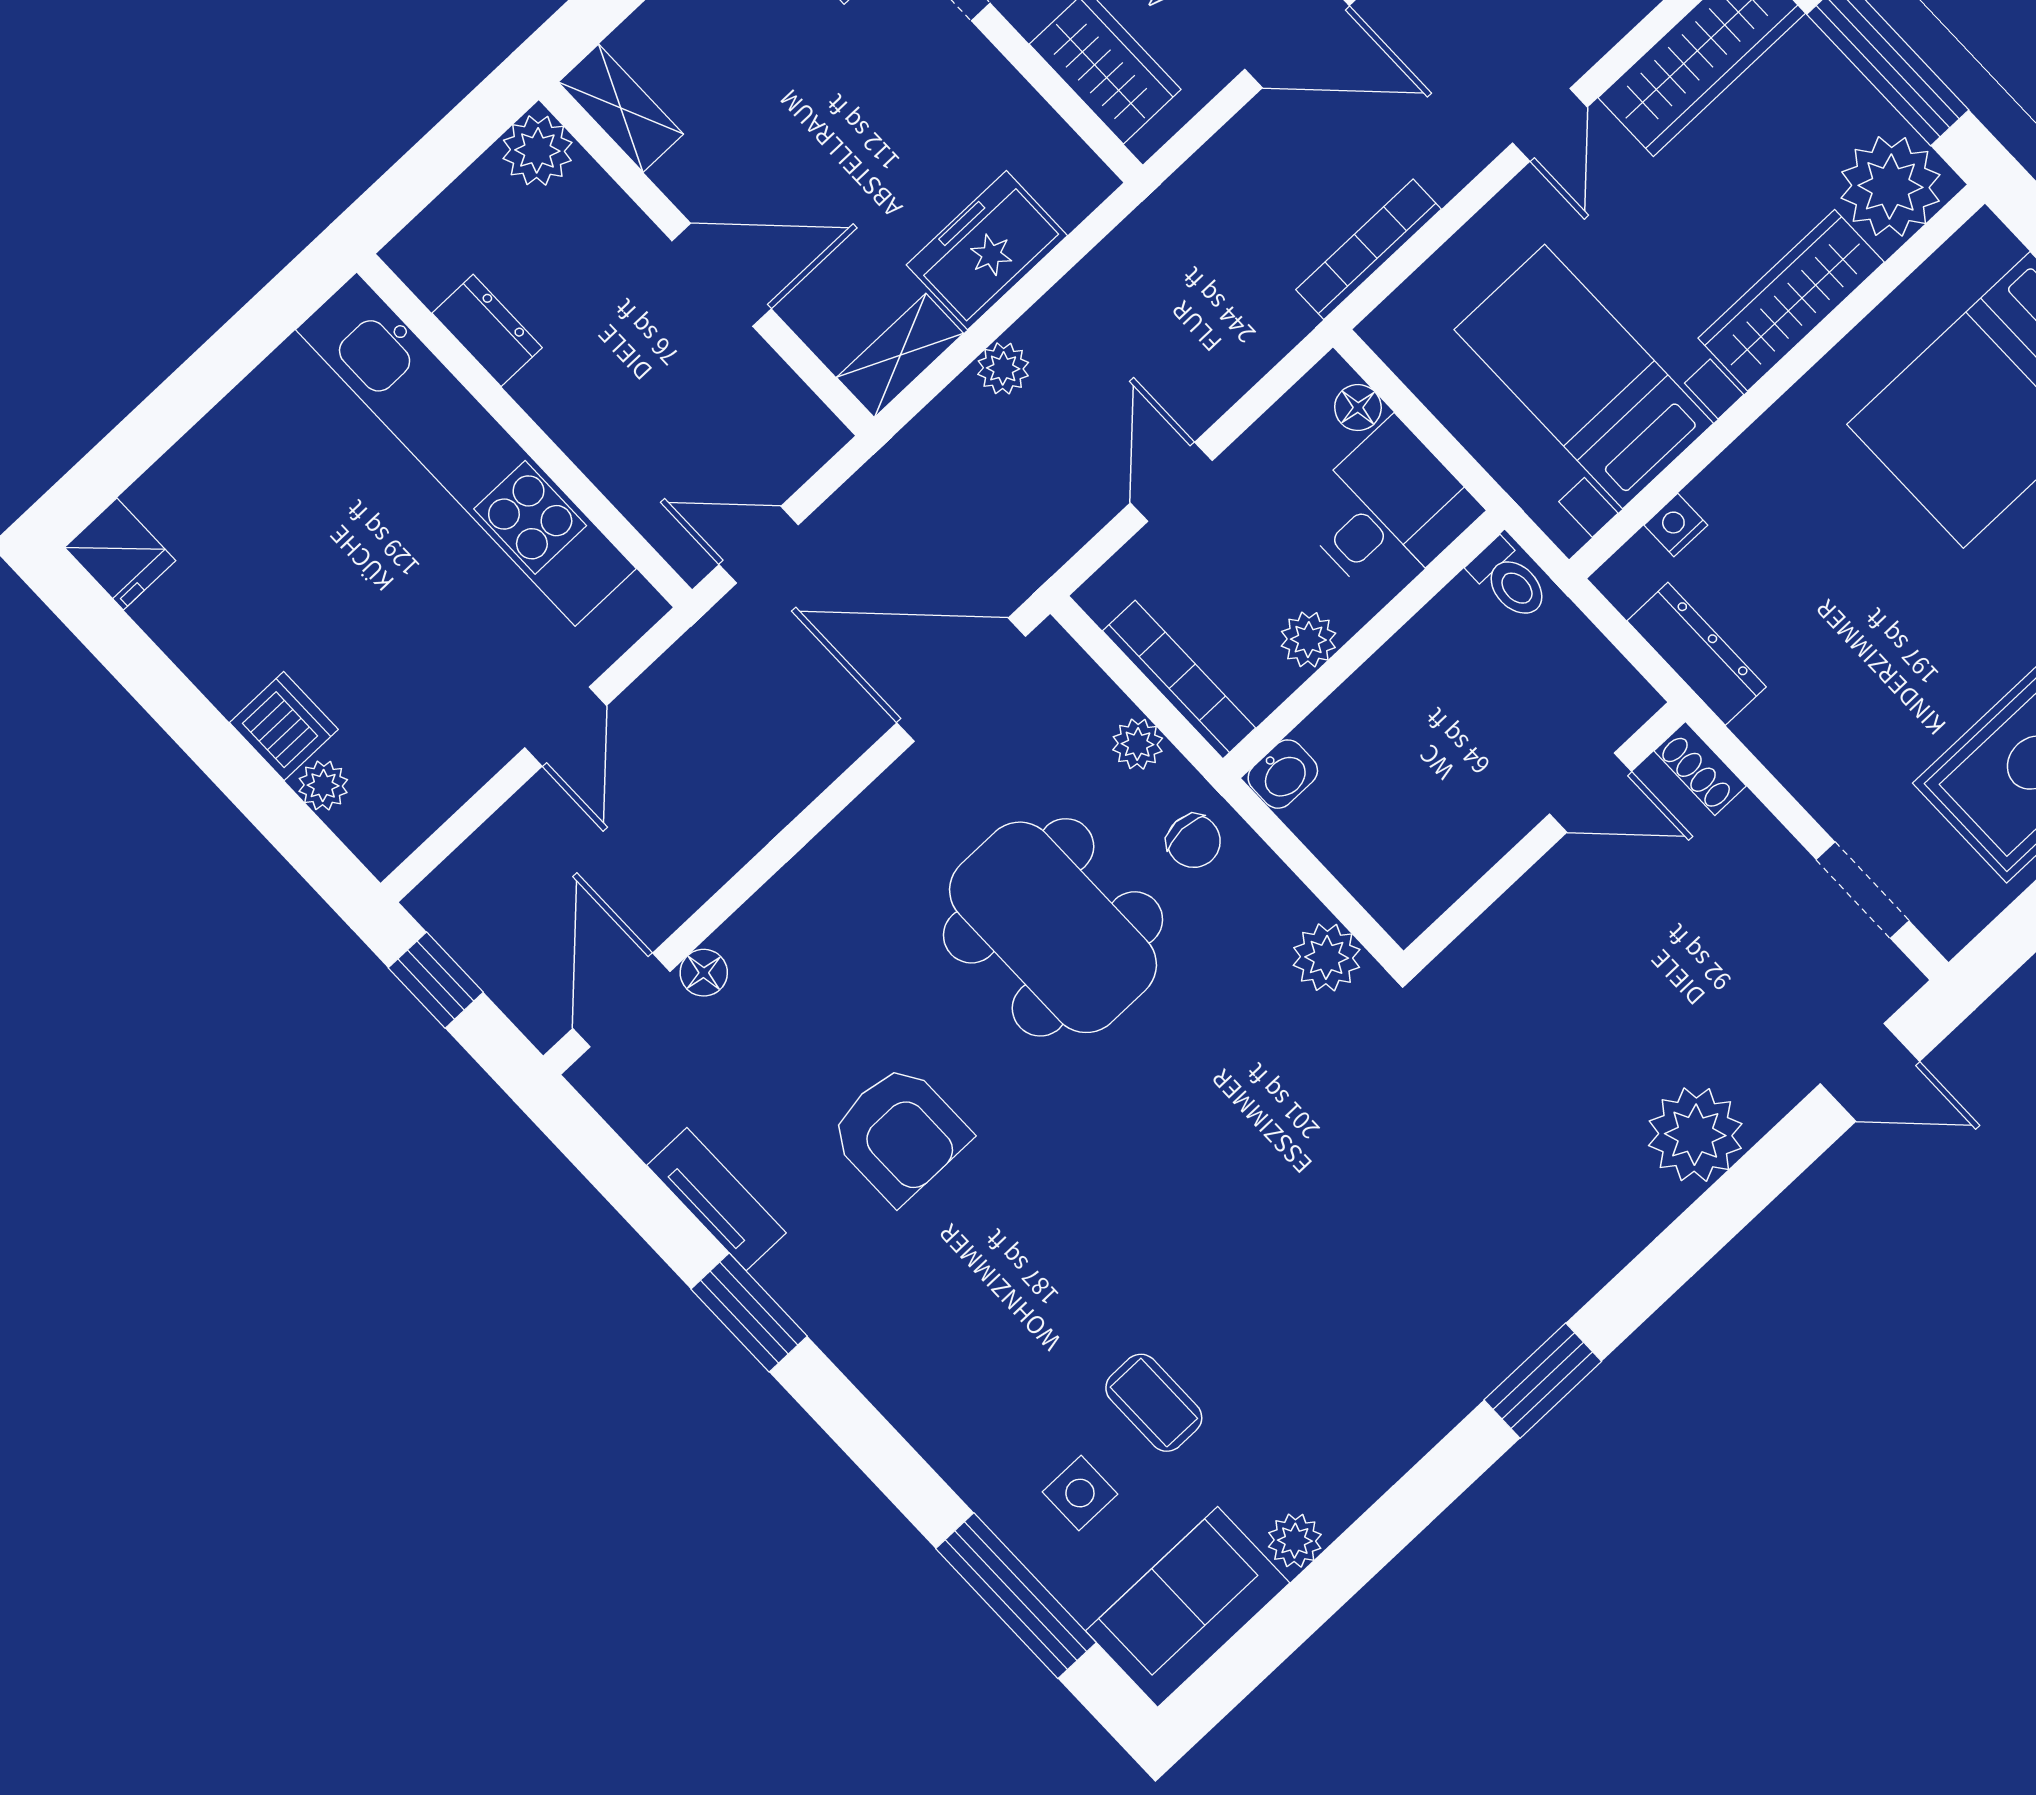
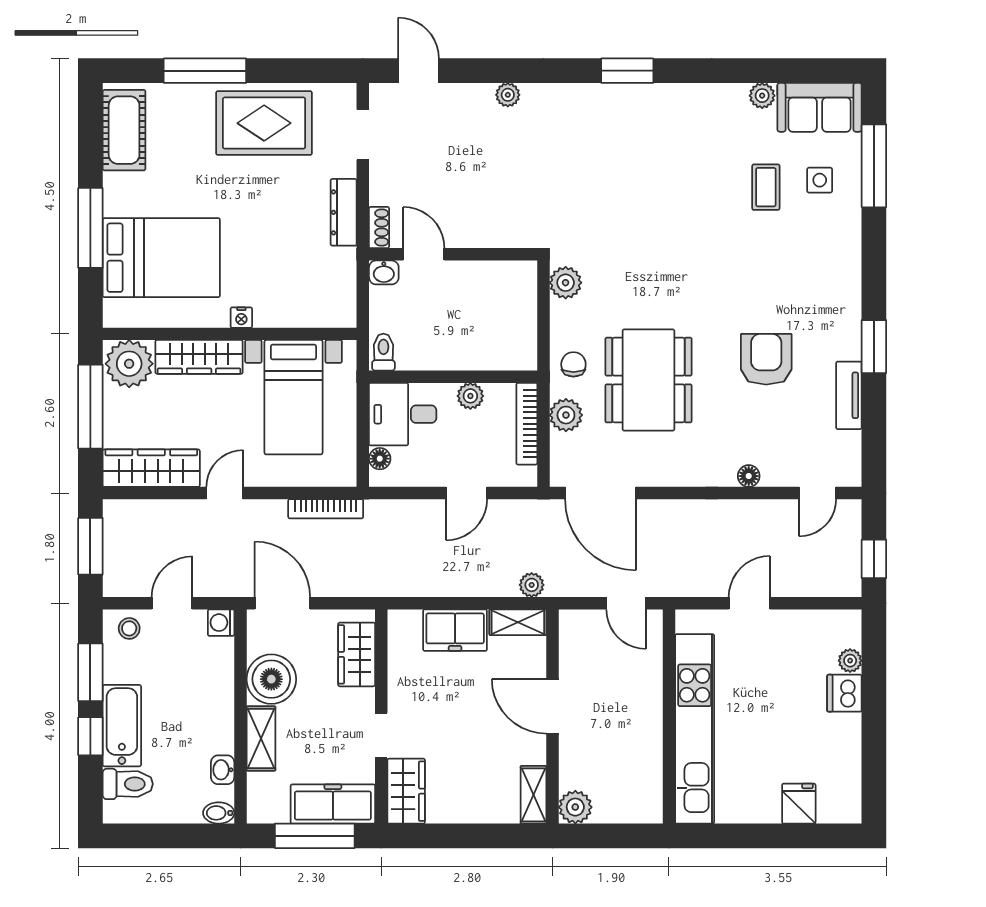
dresser: (487, 330) -> (650, 762), removed
plant: (1003, 368) -> (532, 585), moved
nightstand: (1676, 525) -> (241, 318), moved
fridge: (120, 554) -> (799, 804), moved
dresser: (1697, 654) -> (344, 212), moved
plant: (1138, 744) -> (566, 415), width x1.38, depth x1.38
washbasin: (1283, 774) -> (384, 272), moved, turned 180
floor lamp: (704, 973) -> (749, 476), moved
door: (621, 1000) -> (818, 493), width x0.73
plant: (1695, 1135) -> (508, 95), width x0.53, depth x0.53

